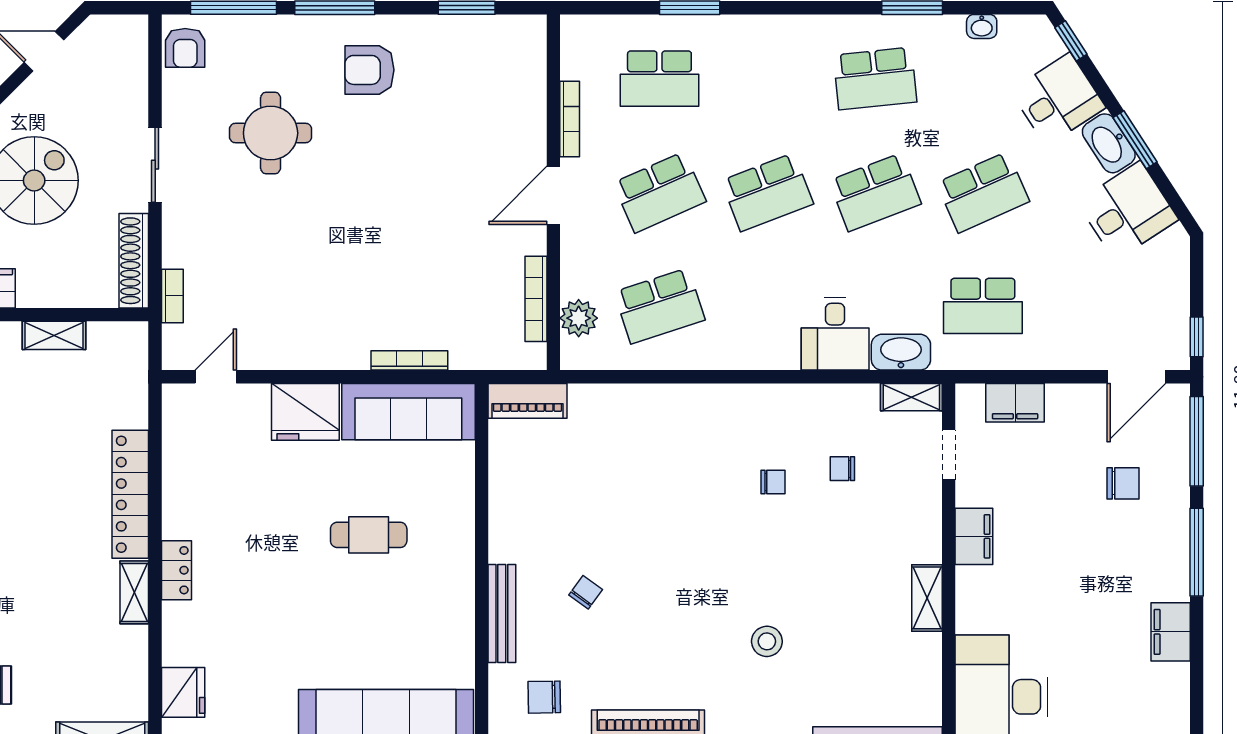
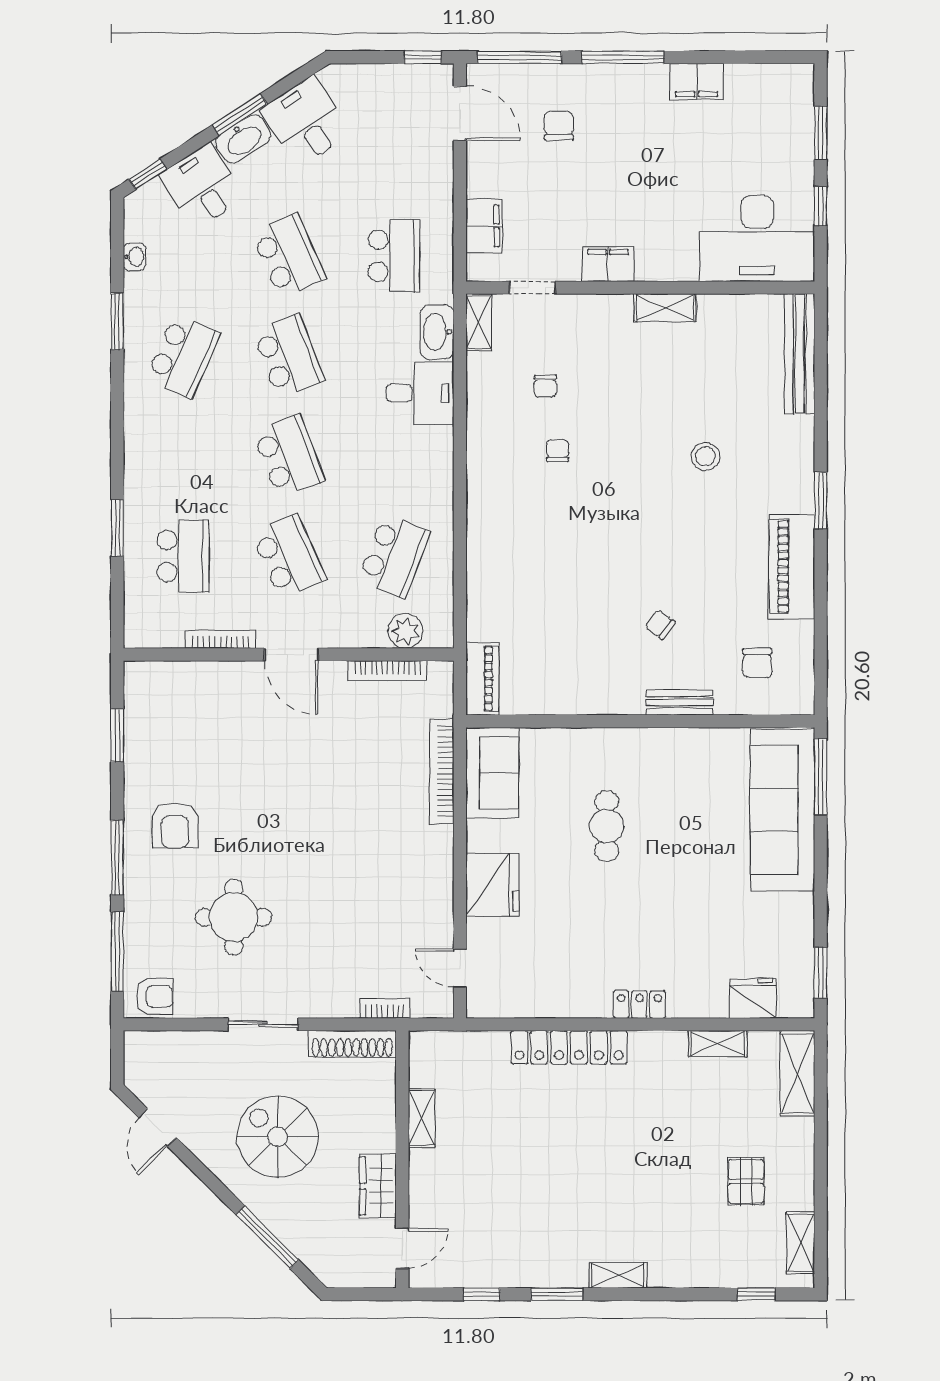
school desk: (875, 79) -> (183, 356), turned 30
school desk: (659, 306) -> (394, 556), turned 39
bookcase: (409, 360) -> (442, 771), width x1.48, depth x1.31
sofa: (408, 412) -> (492, 773), width x0.73
shelving: (134, 592) -> (718, 1044), moved
bench: (502, 614) -> (680, 702), width x0.73

